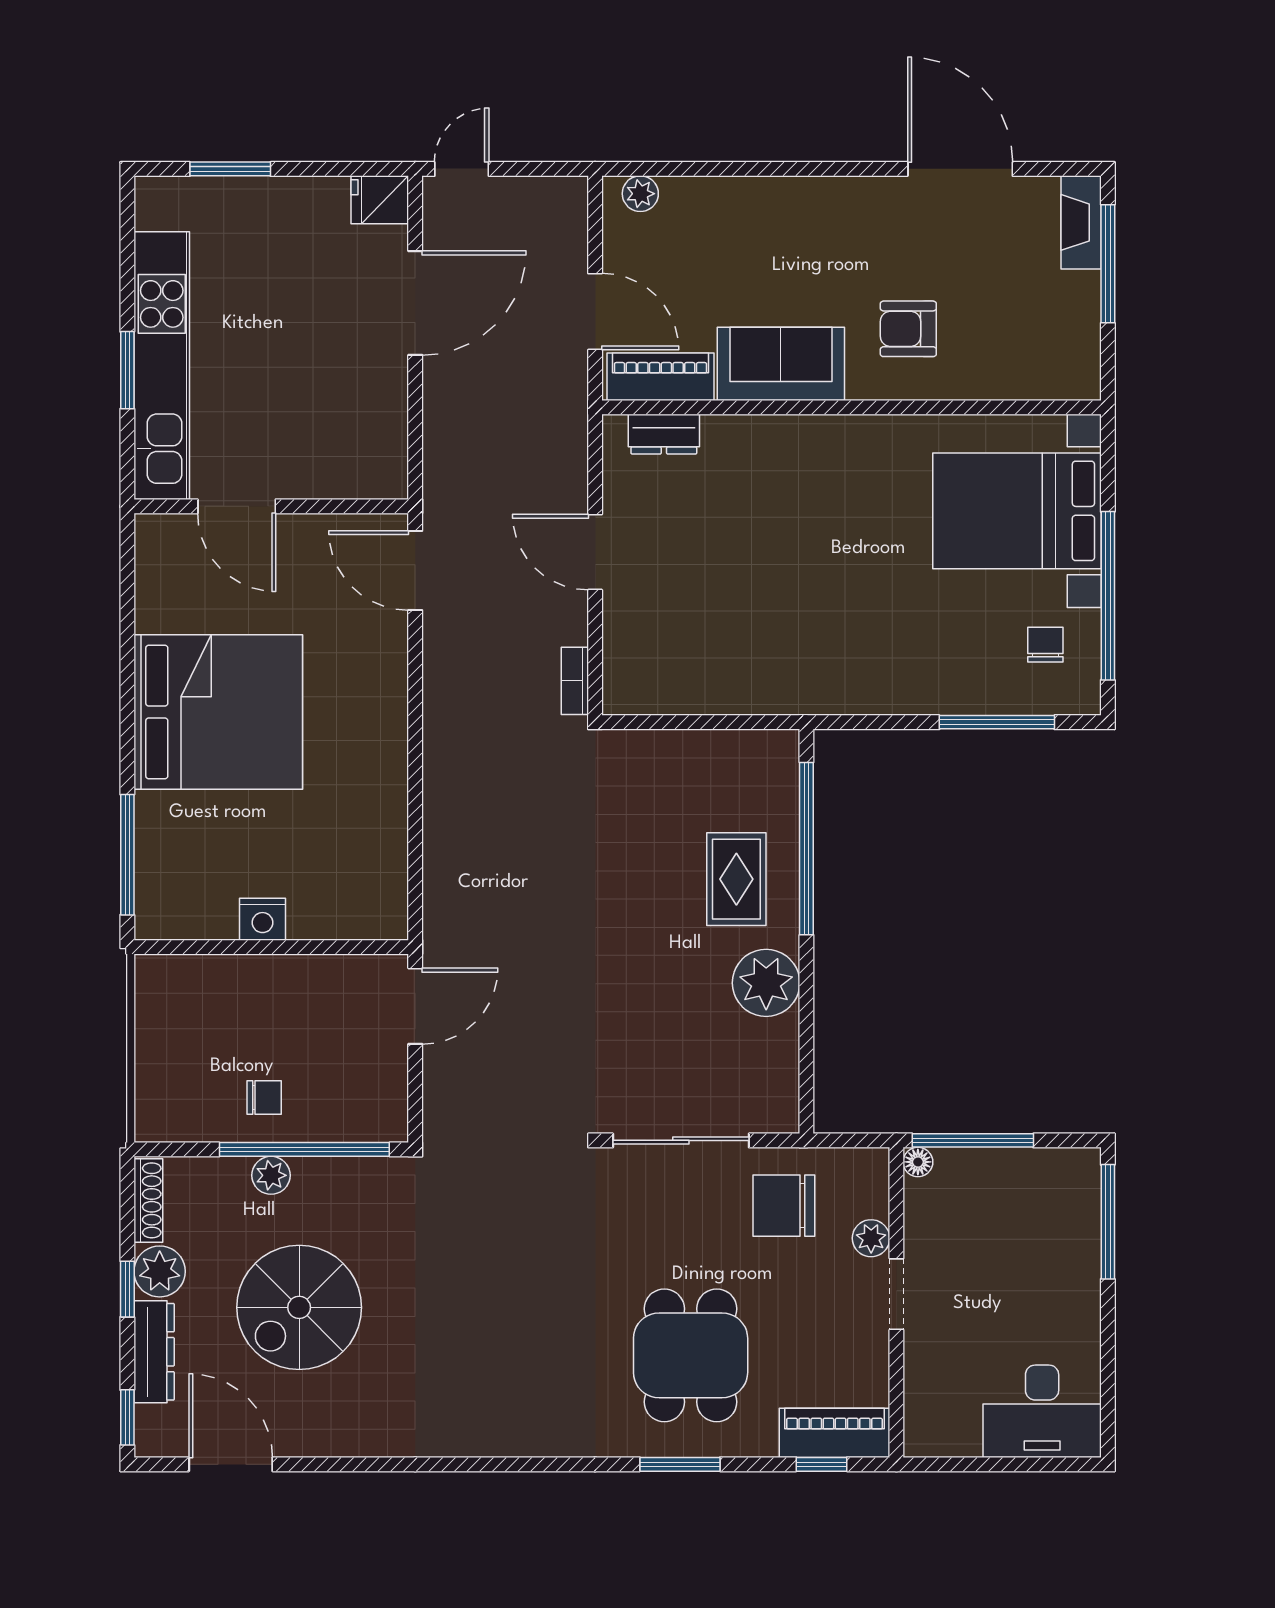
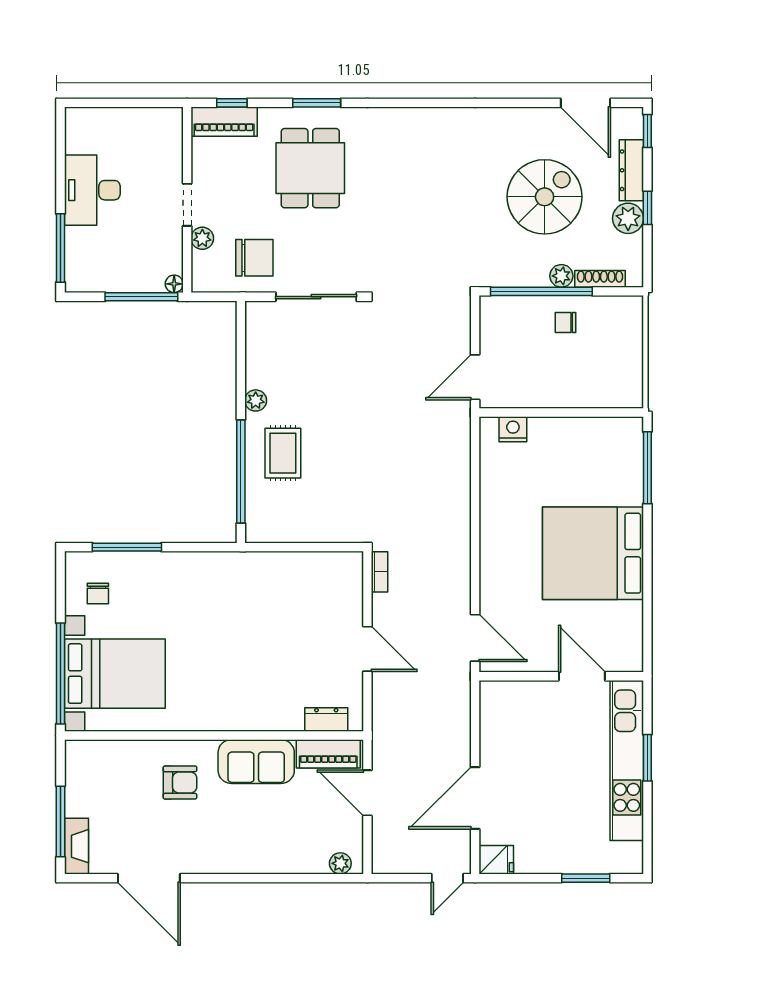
window: (1108, 596) -> (61, 673), moved
nightstand: (263, 919) -> (513, 429), moved
plant: (766, 983) -> (256, 400), width x0.53, depth x0.53
shoe rack: (148, 1200) -> (600, 279), moved, turned 90
desk: (1042, 1411) -> (92, 190), moved, turned -90

